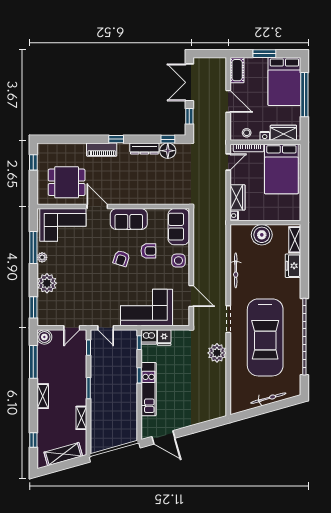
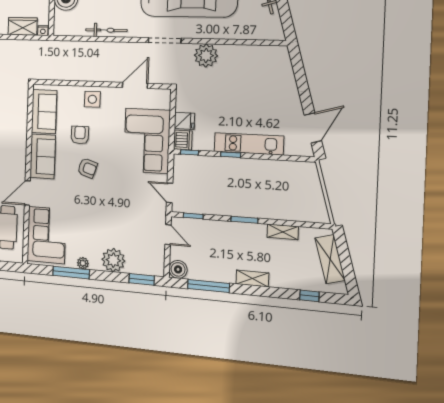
sofa: (179, 227) -> (44, 112), moved, turned -90
door: (106, 328) -> (170, 193), swing flipped

